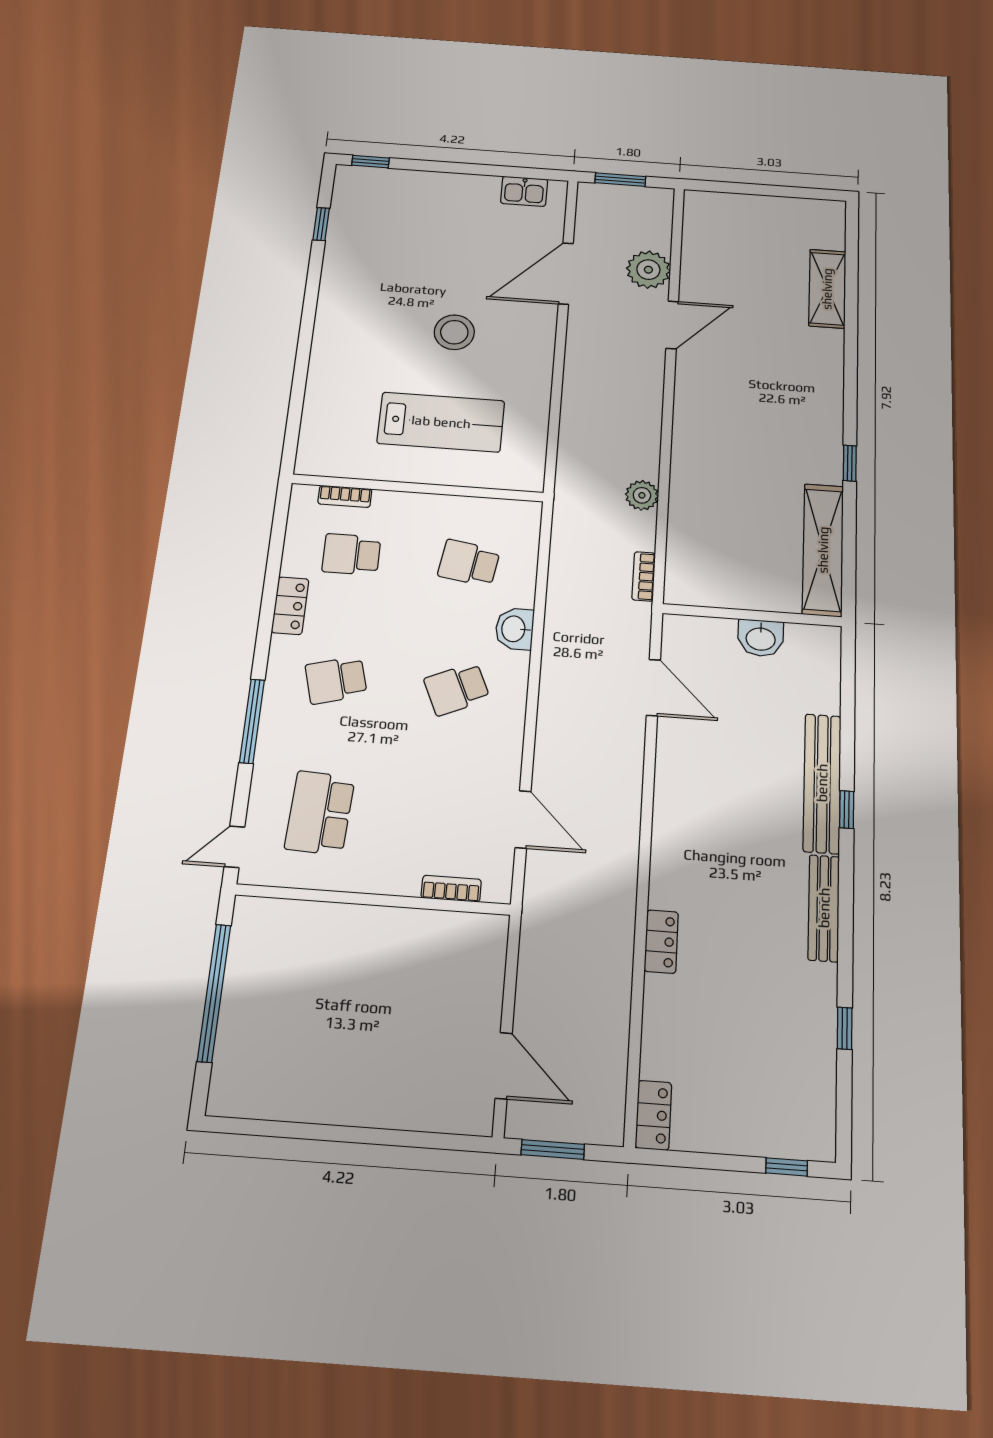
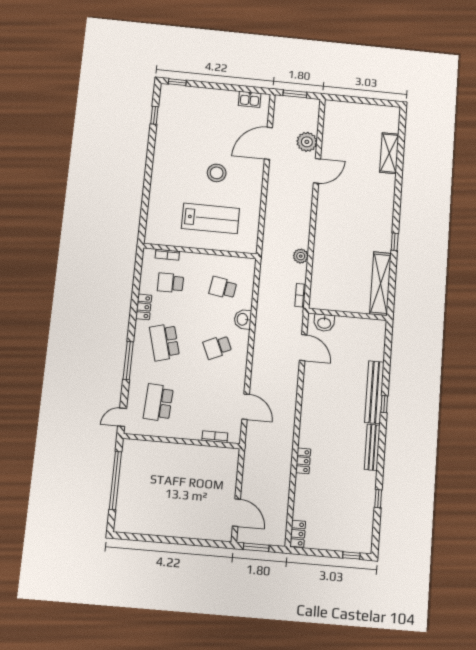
washbasin: (761, 638) -> (324, 323), moved
school desk: (336, 680) -> (165, 342), width x1.85

